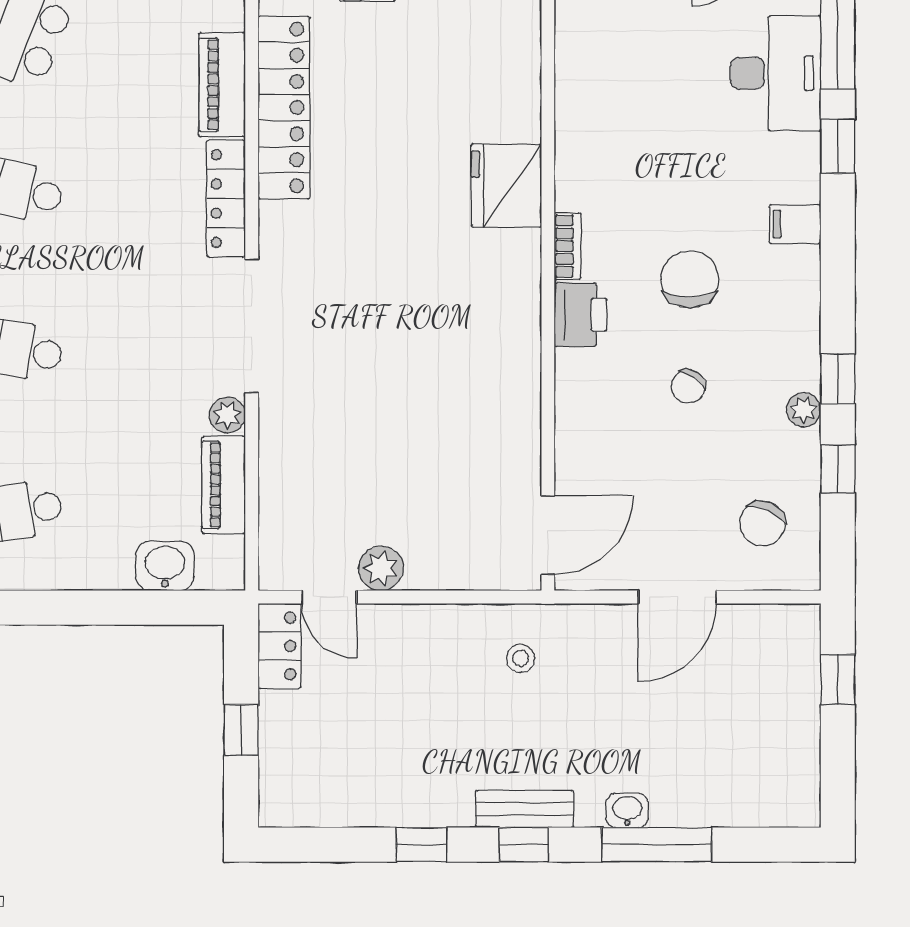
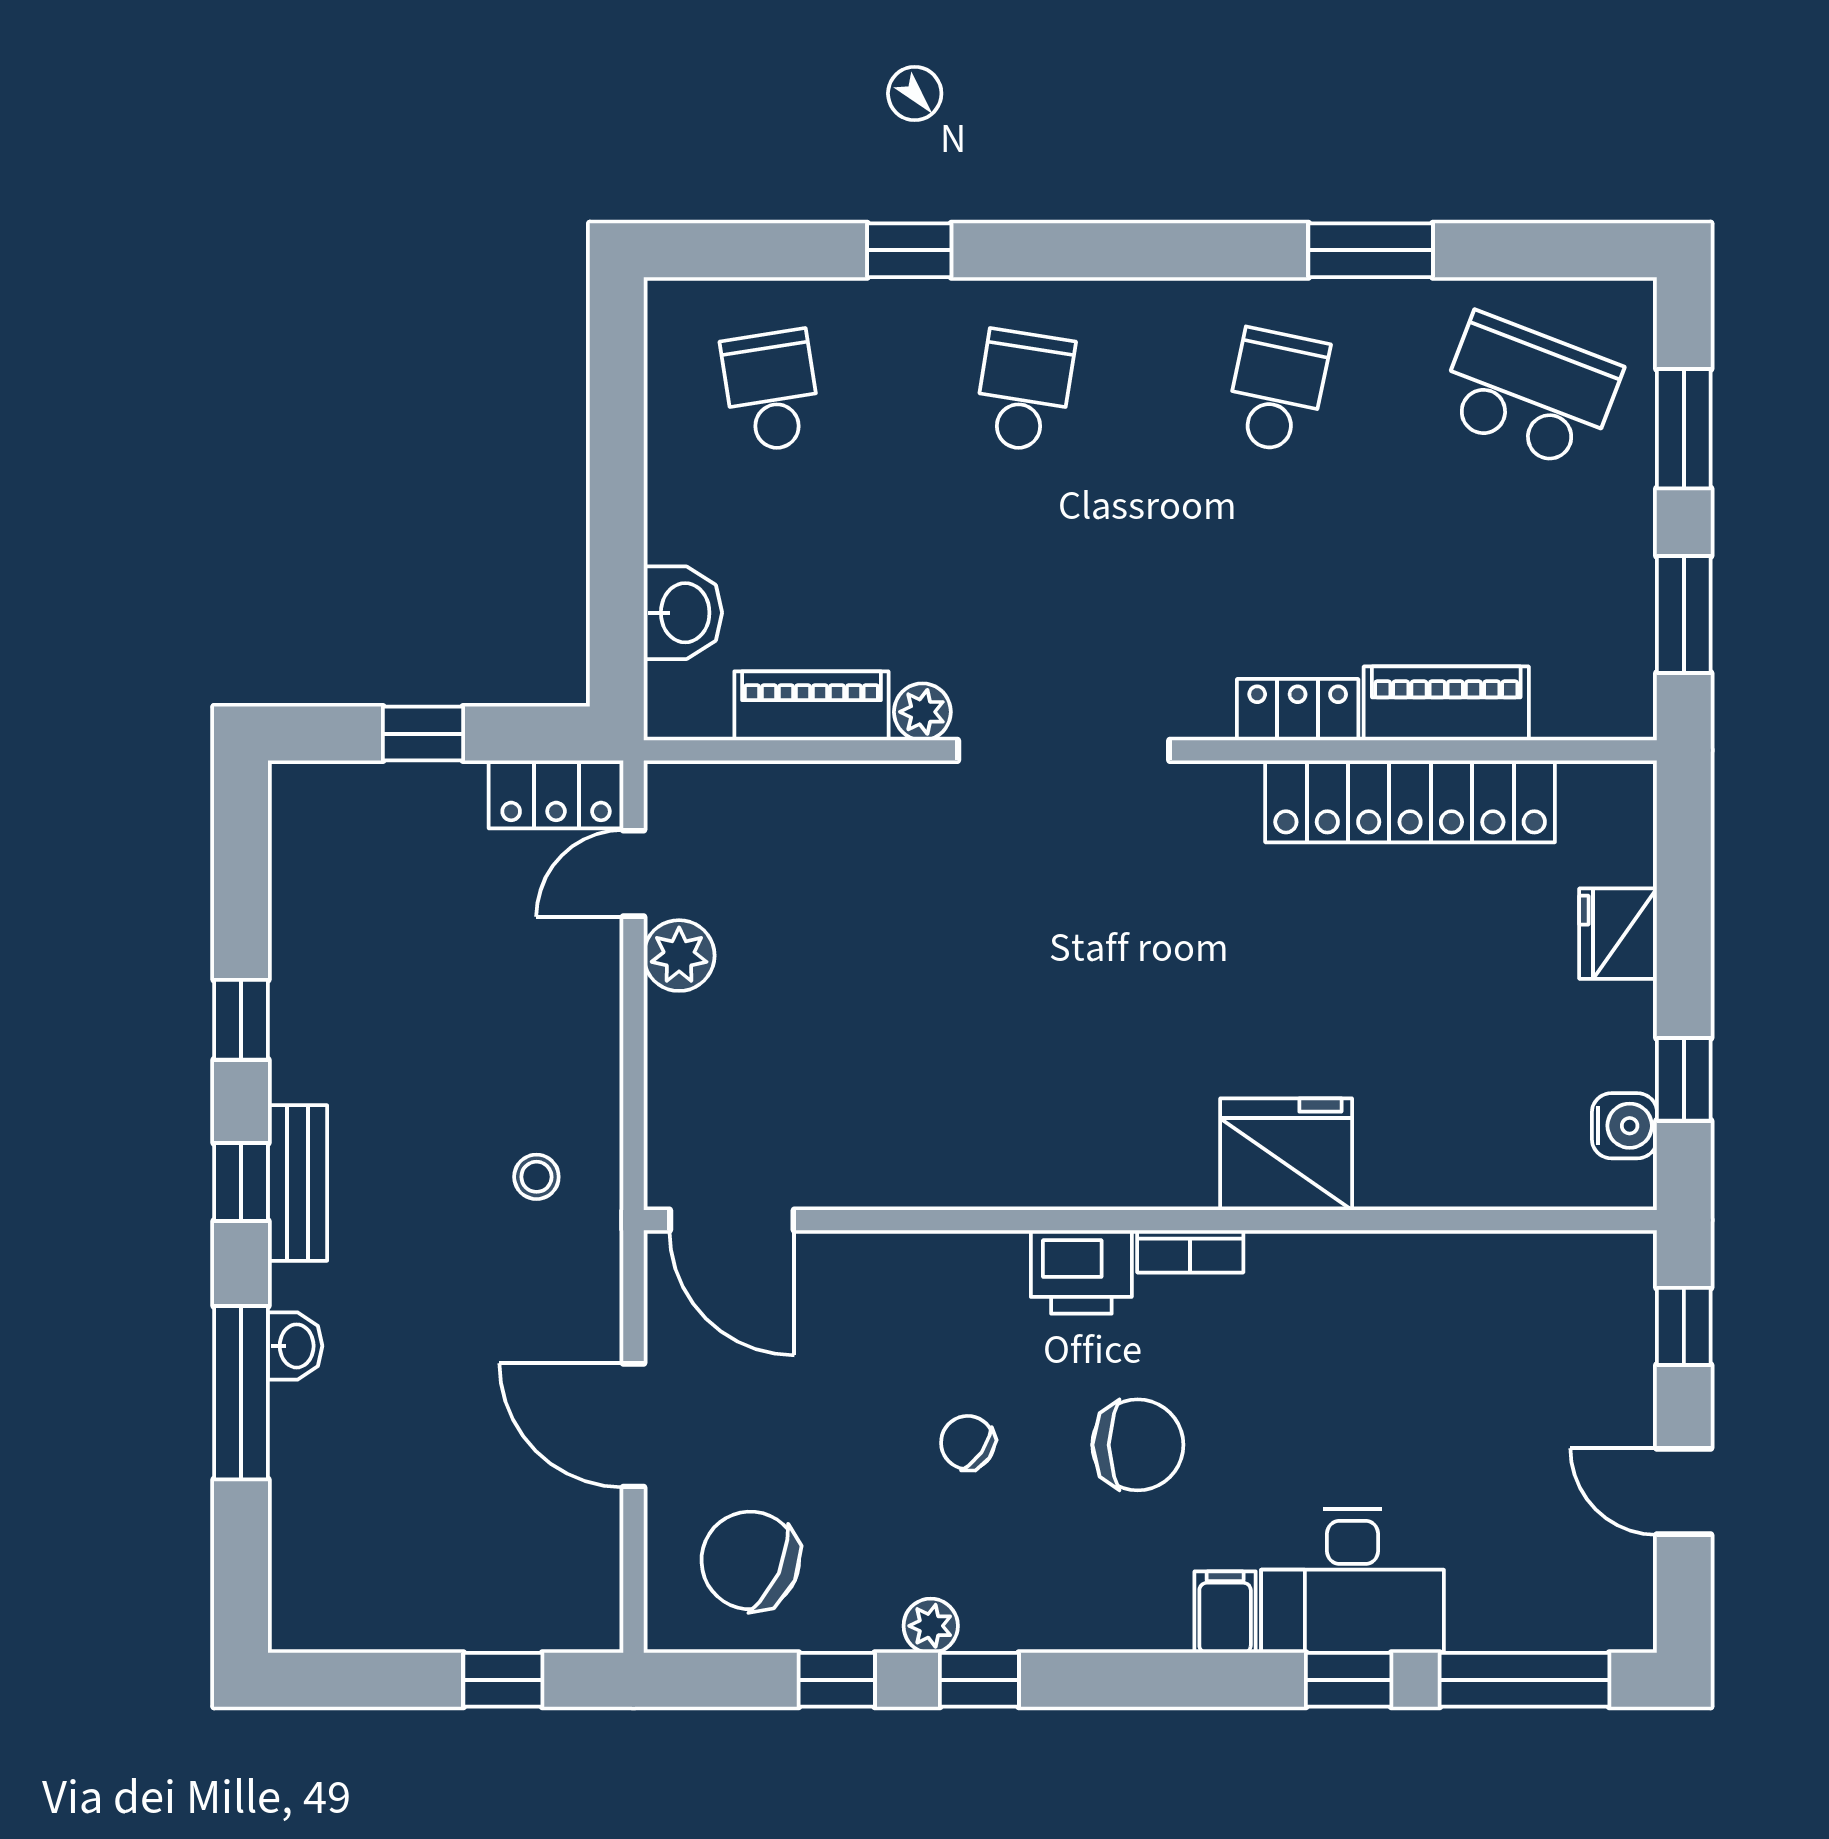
desk: (775, 73) -> (1352, 1581), moved
locker: (226, 199) -> (1298, 710), width x0.66
chair: (762, 523) -> (750, 1560), width x1.37, depth x1.37

